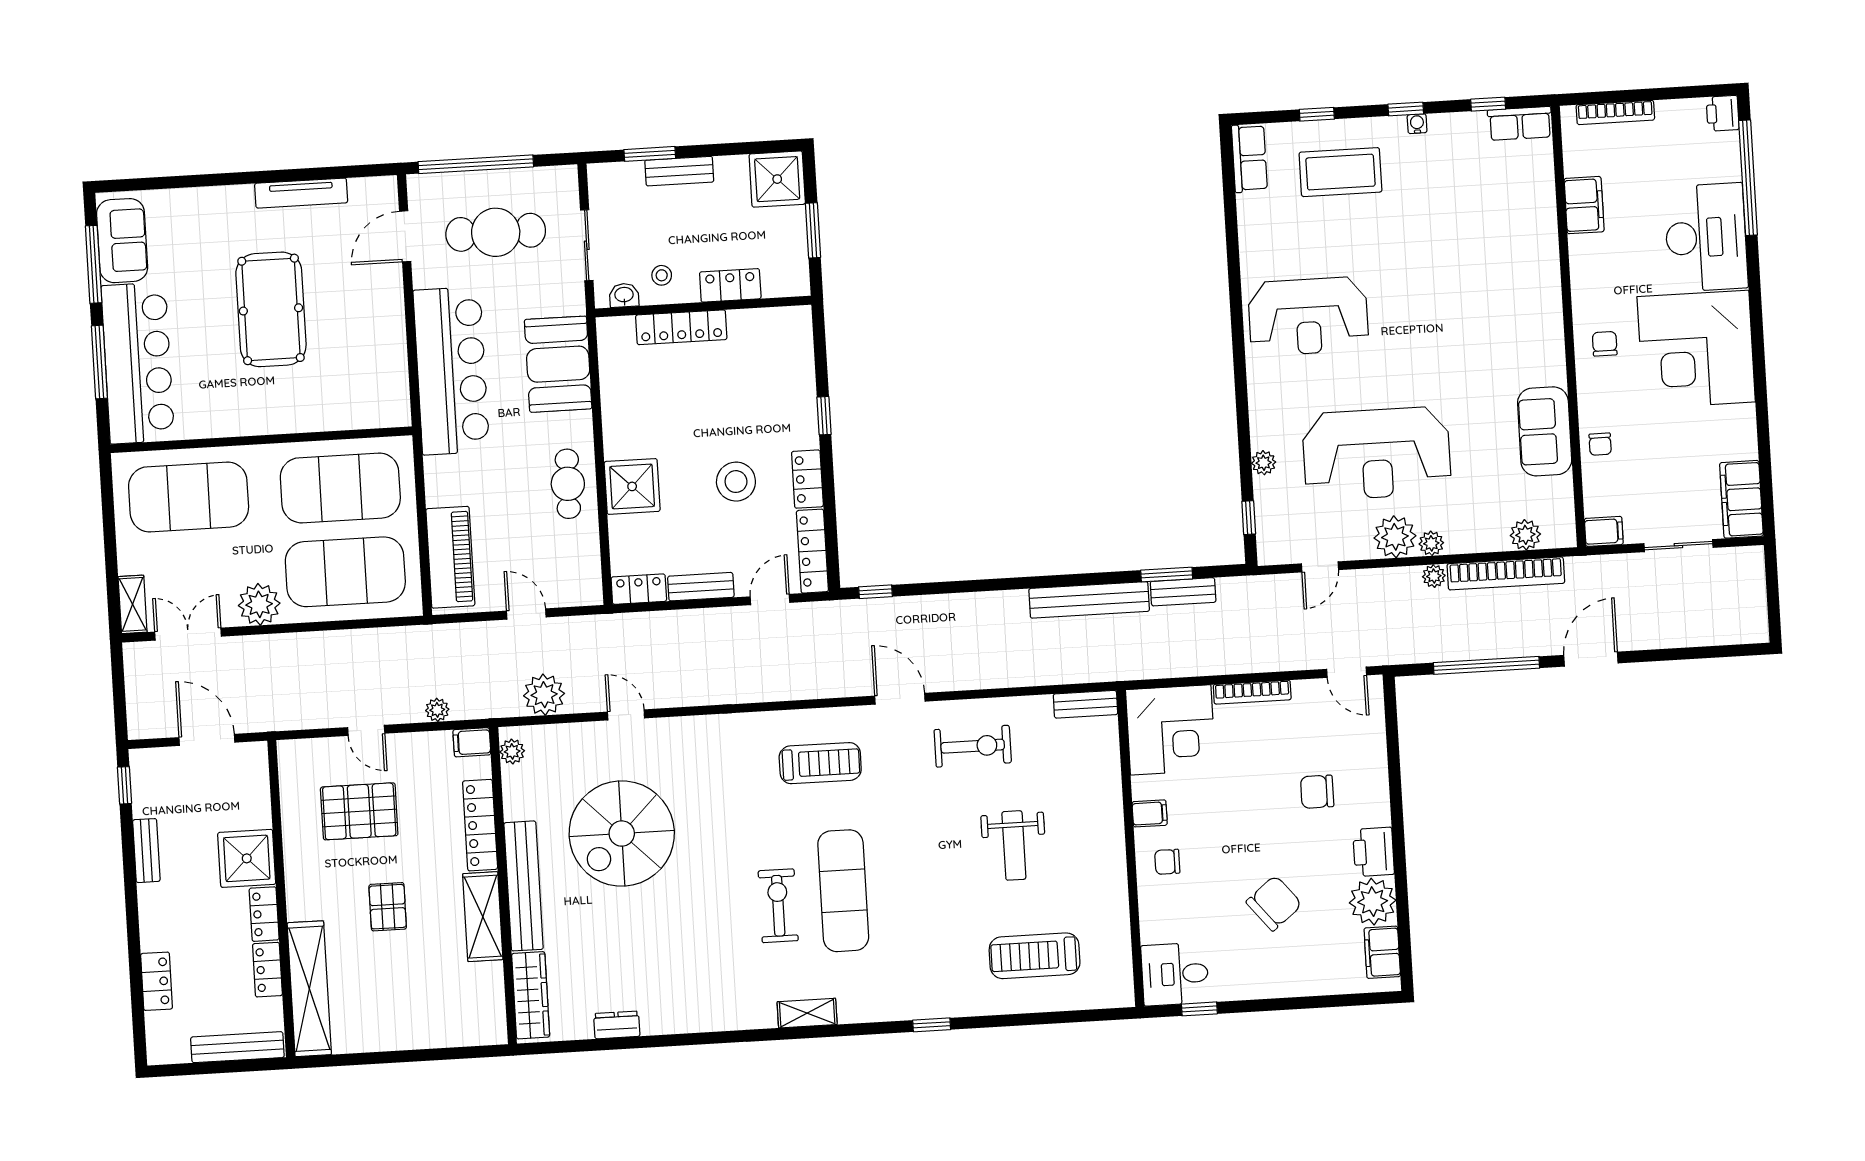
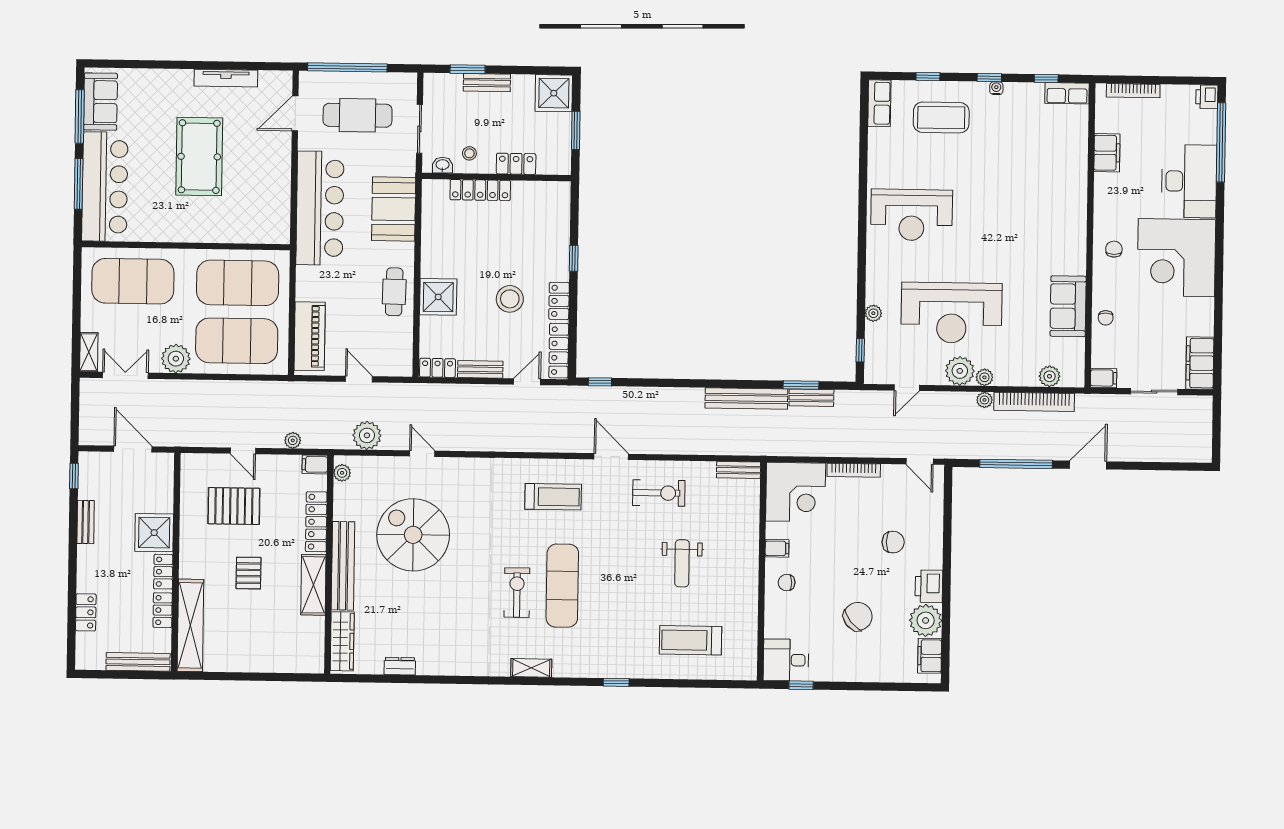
chair: (1317, 792) -> (893, 542), turned 180
spiral stairs: (622, 834) -> (413, 535), turned 90

